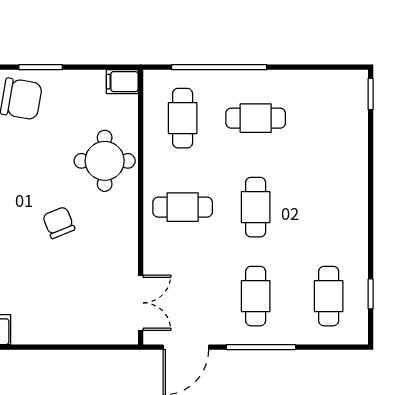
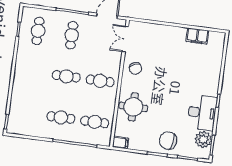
cafe table: (183, 118) -> (95, 122), turned 90
cafe table: (256, 207) -> (66, 76), turned 90
chair: (59, 223) -> (135, 68), moved

